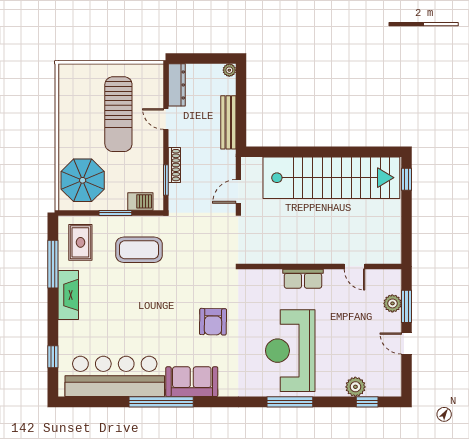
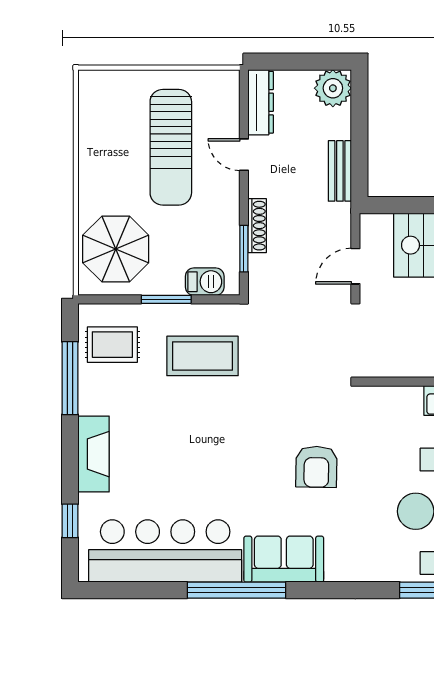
plant: (229, 70) -> (333, 88), width x1.88, depth x1.88
bench: (228, 122) -> (340, 171), width x0.73
rug: (80, 242) -> (112, 345), turned 90
fireplace: (68, 295) -> (94, 454), moved

